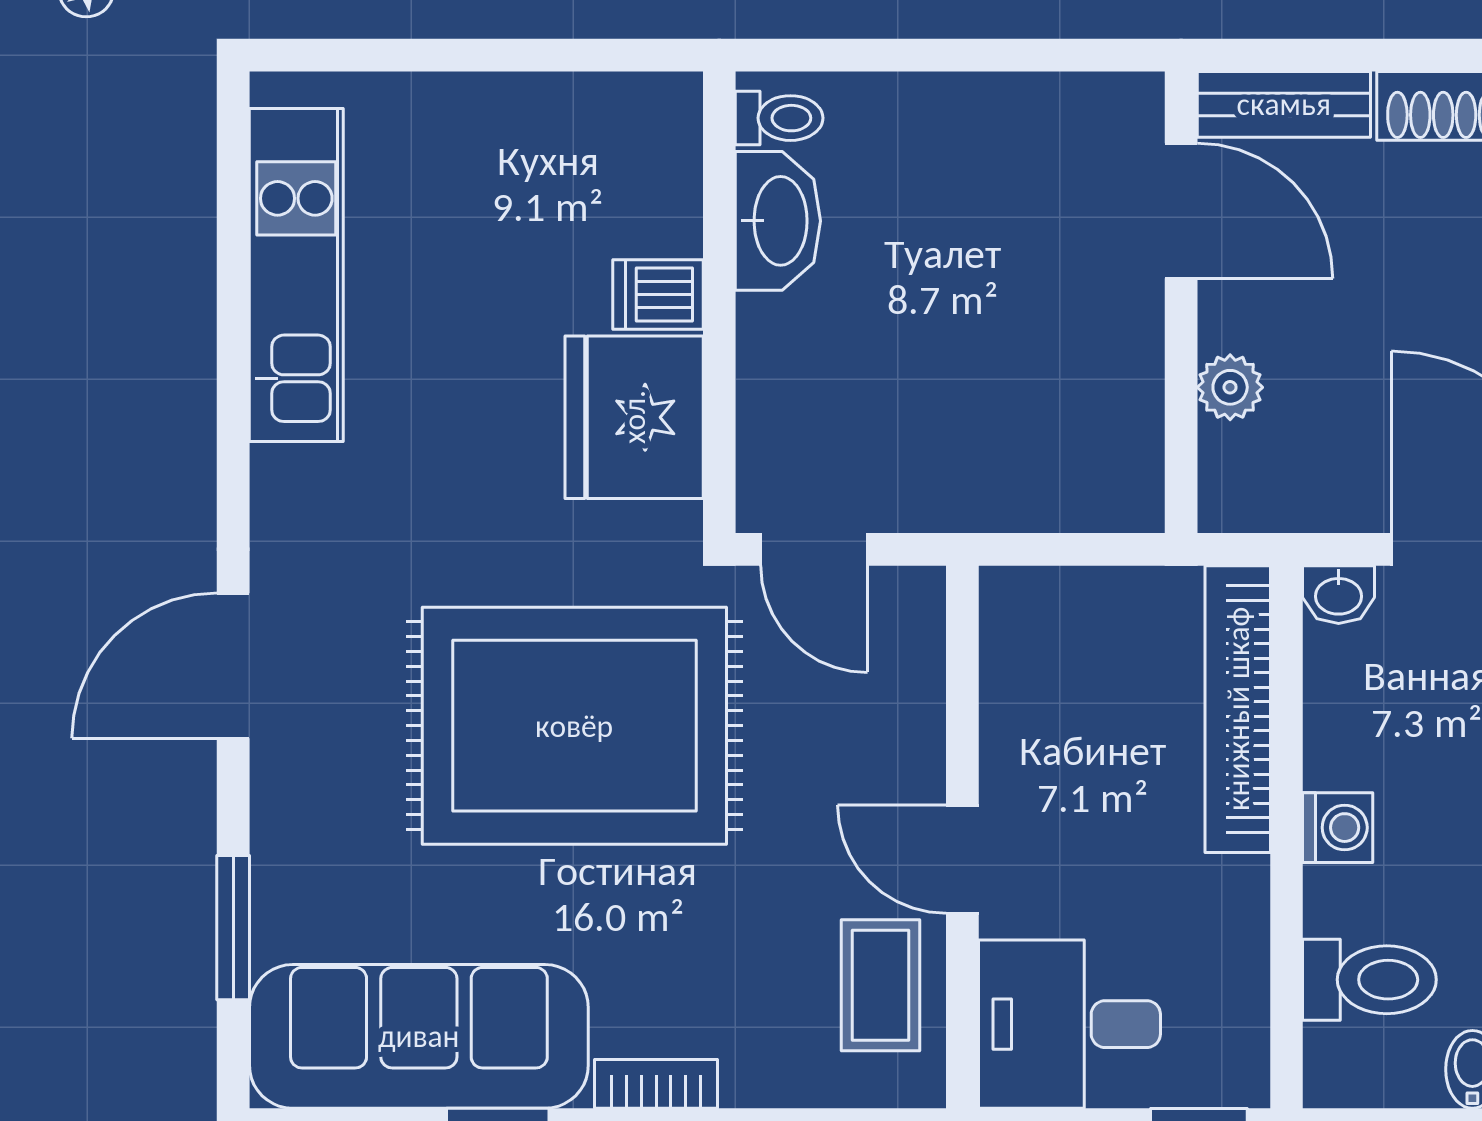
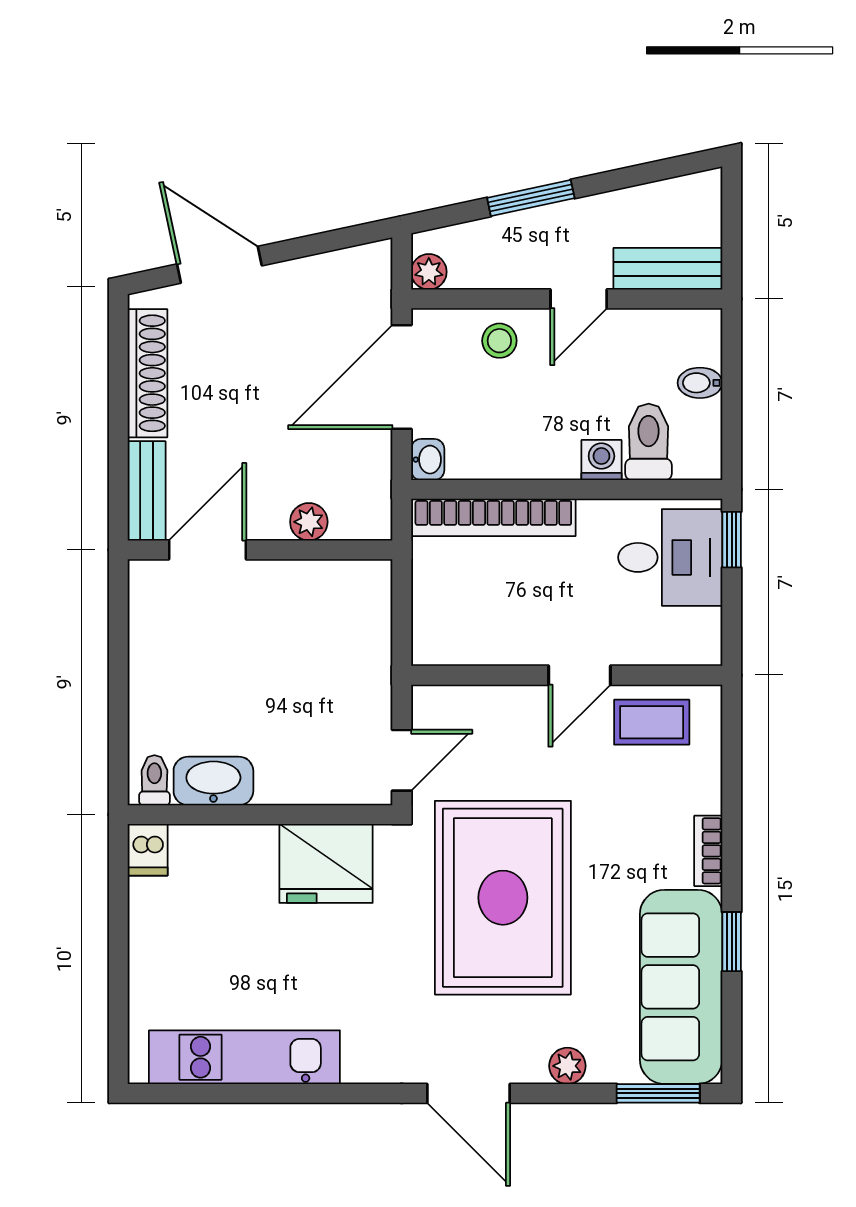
dishwasher: (658, 295) -> (148, 850), moved
washing machine: (1338, 828) -> (601, 460), moved
plant: (281, 838) -> (567, 1066), added
window: (233, 928) -> (658, 1093), moved
desk: (1069, 1024) -> (670, 557), moved, turned -90

